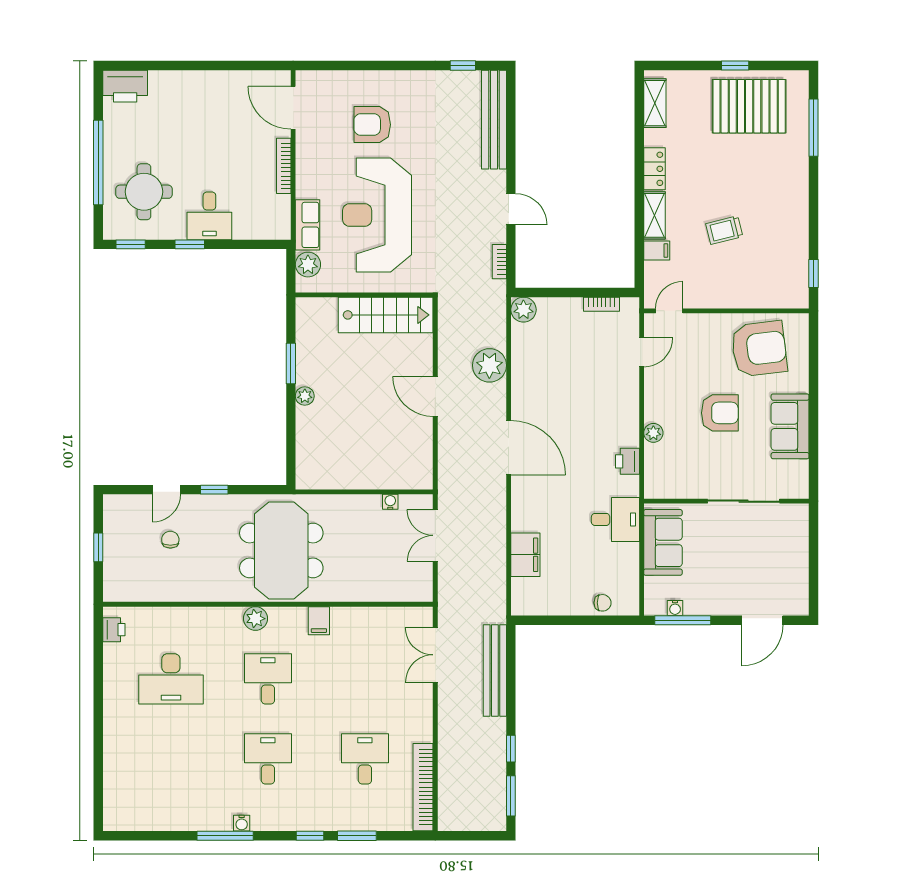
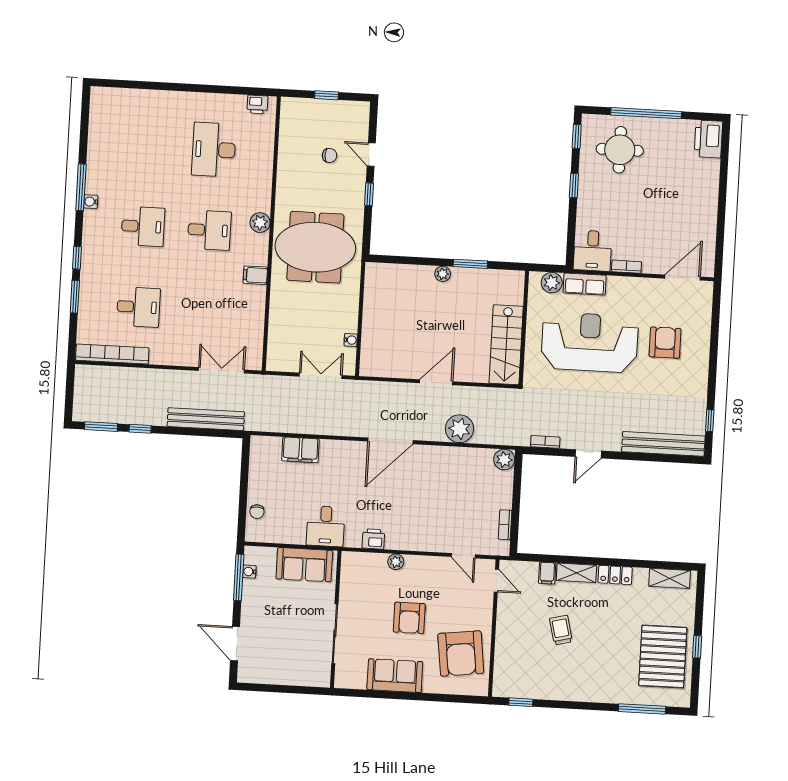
bookcase: (284, 166) -> (626, 267), width x0.64
desk: (209, 216) -> (593, 251), moved, turned -90

